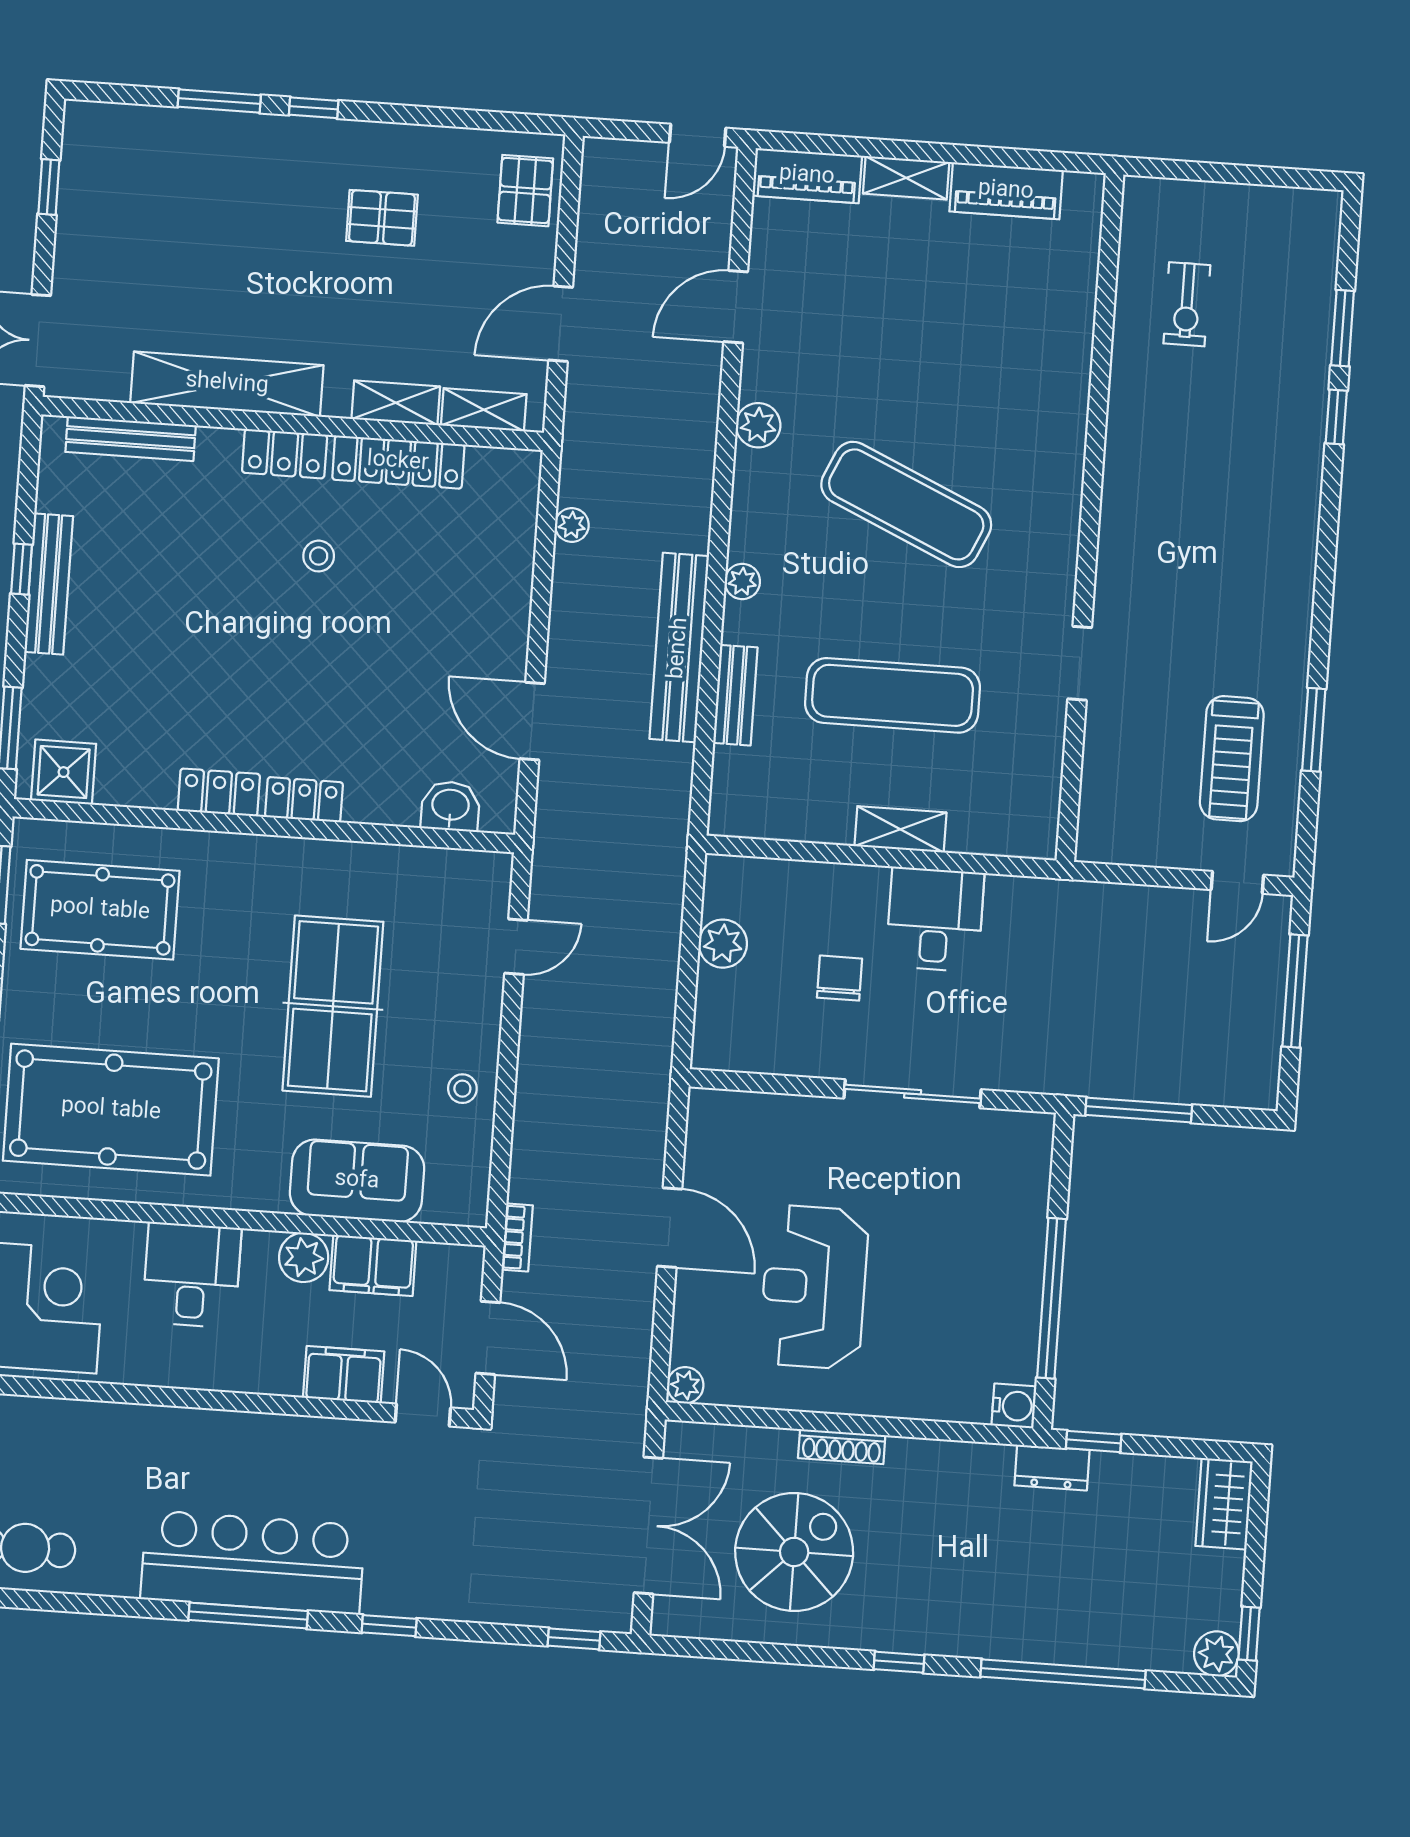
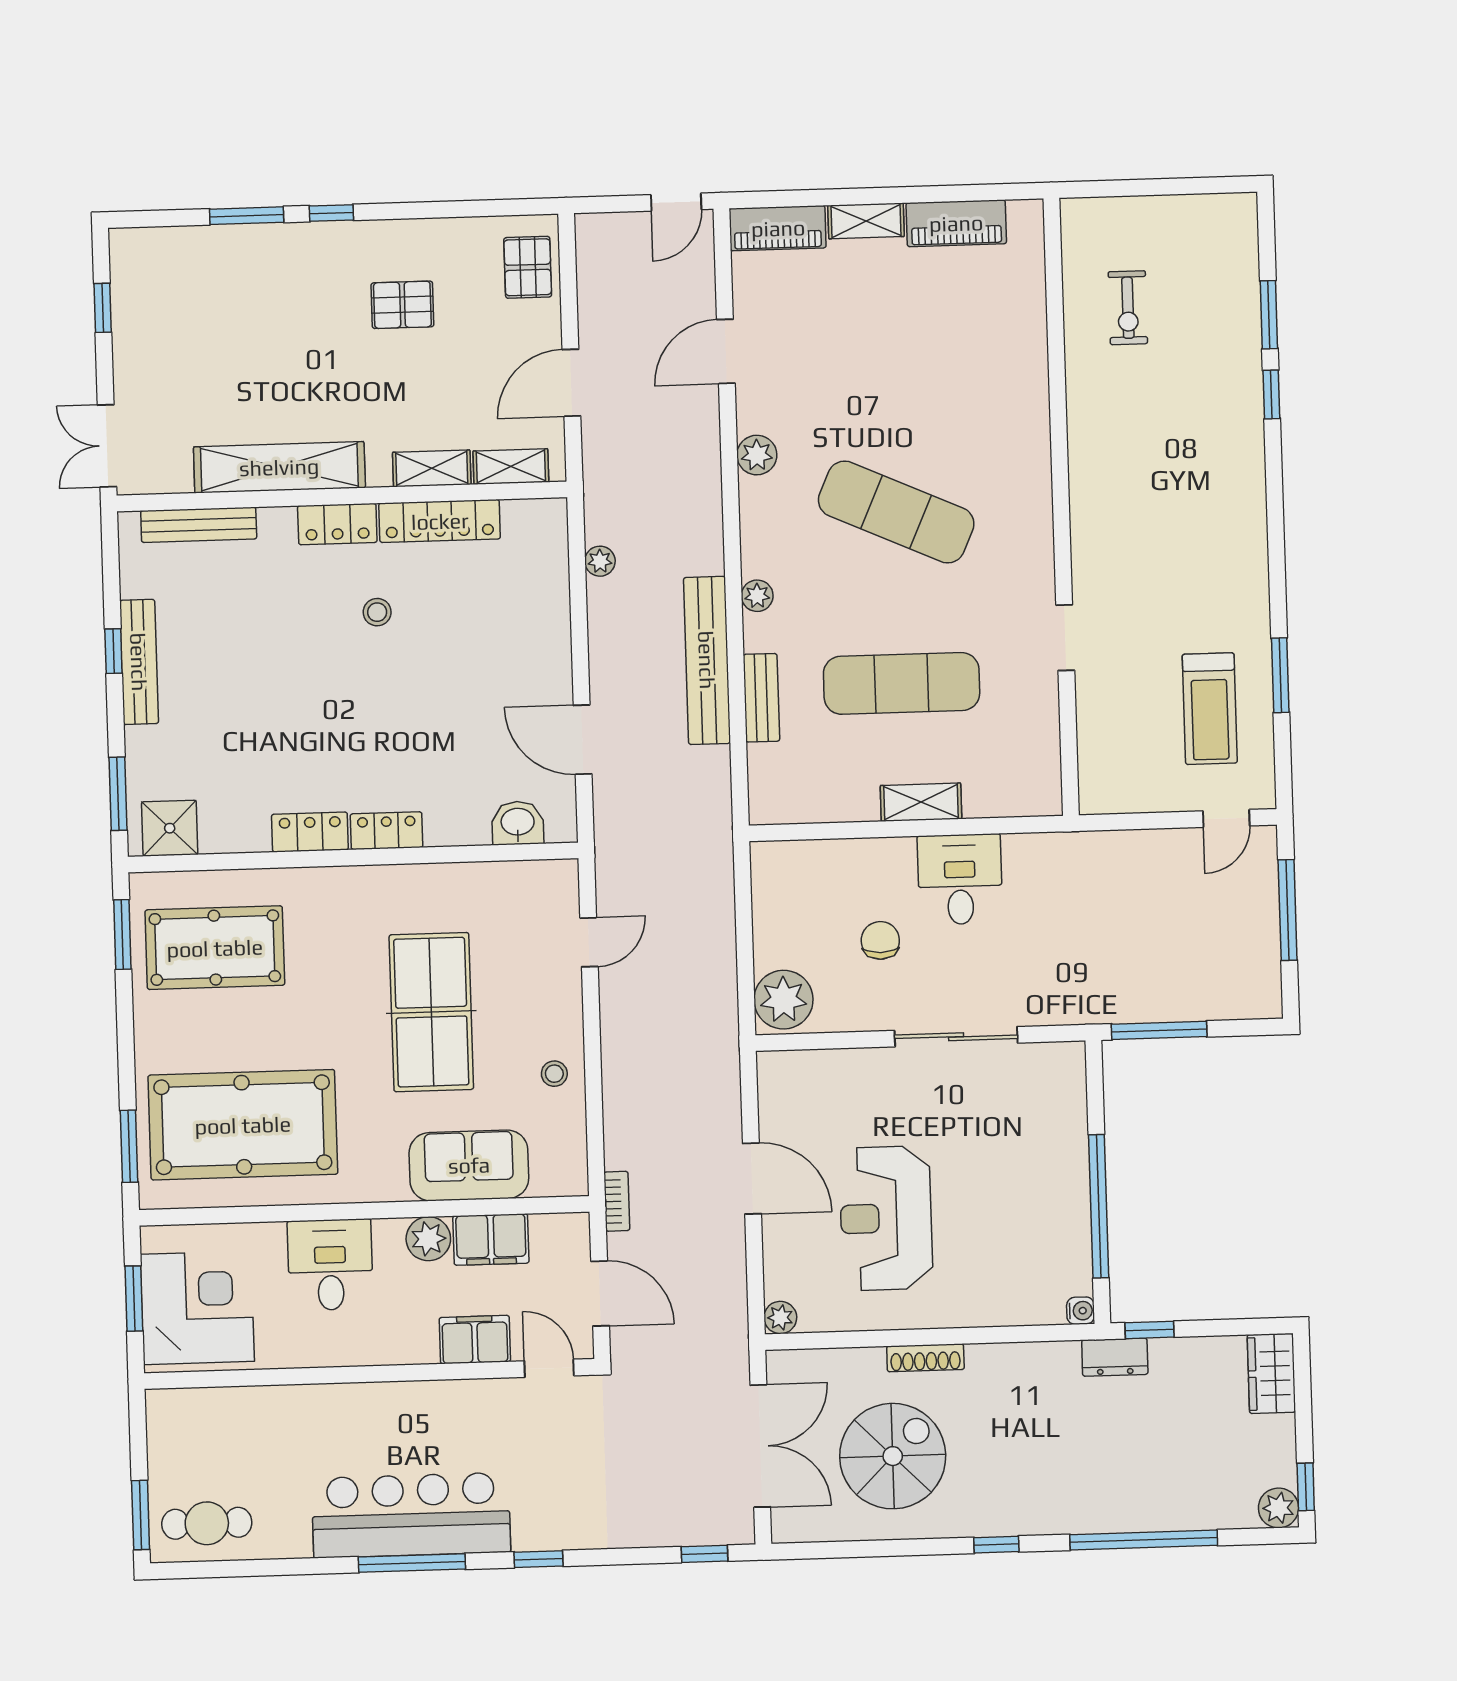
plant: (723, 944) -> (784, 1000), moved, width x1.36, depth x1.36
water cooler: (1014, 1406) -> (1081, 1311), width x0.72, depth x0.72

